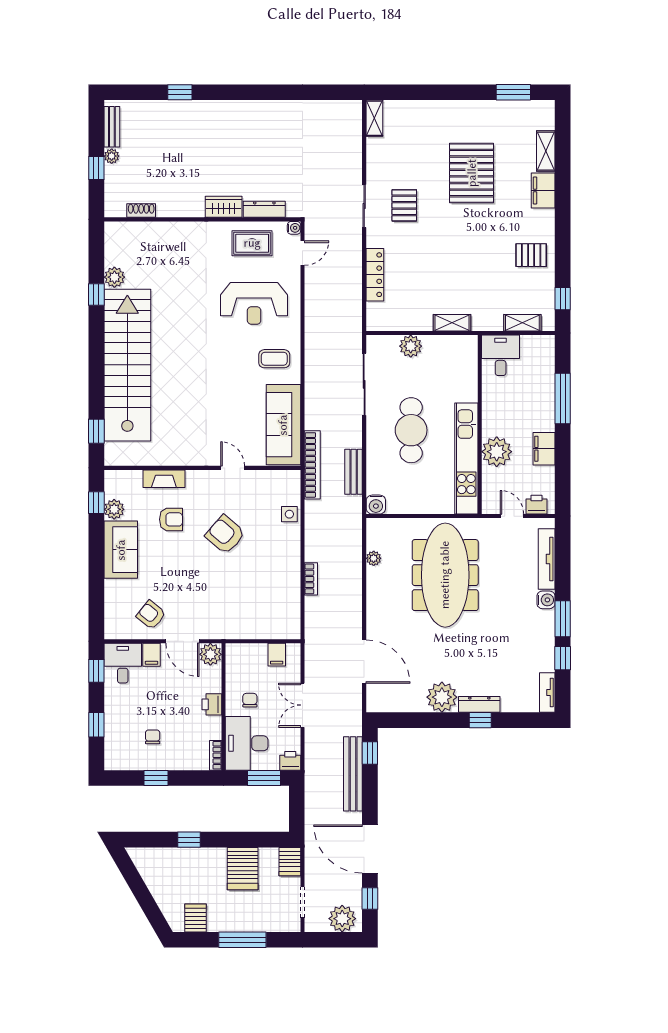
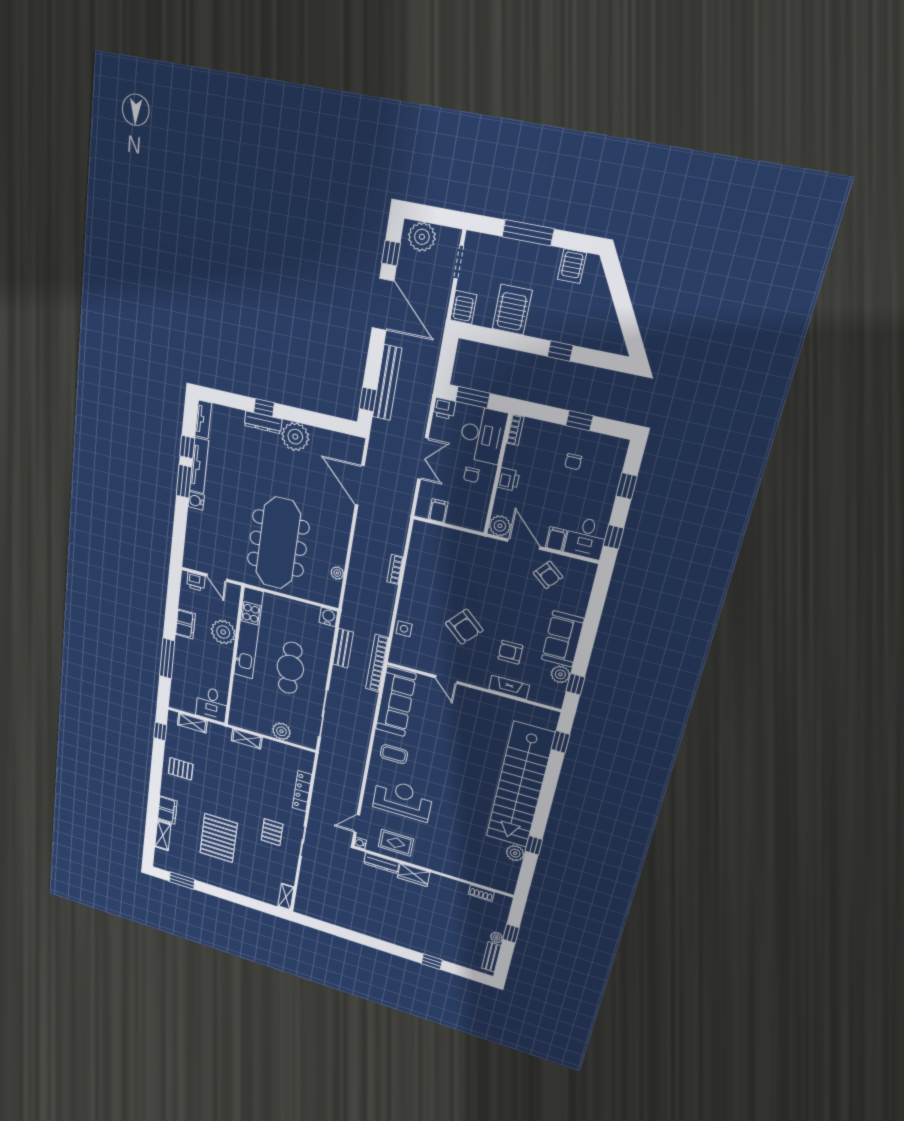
tv unit: (547, 559) -> (199, 466), moved

